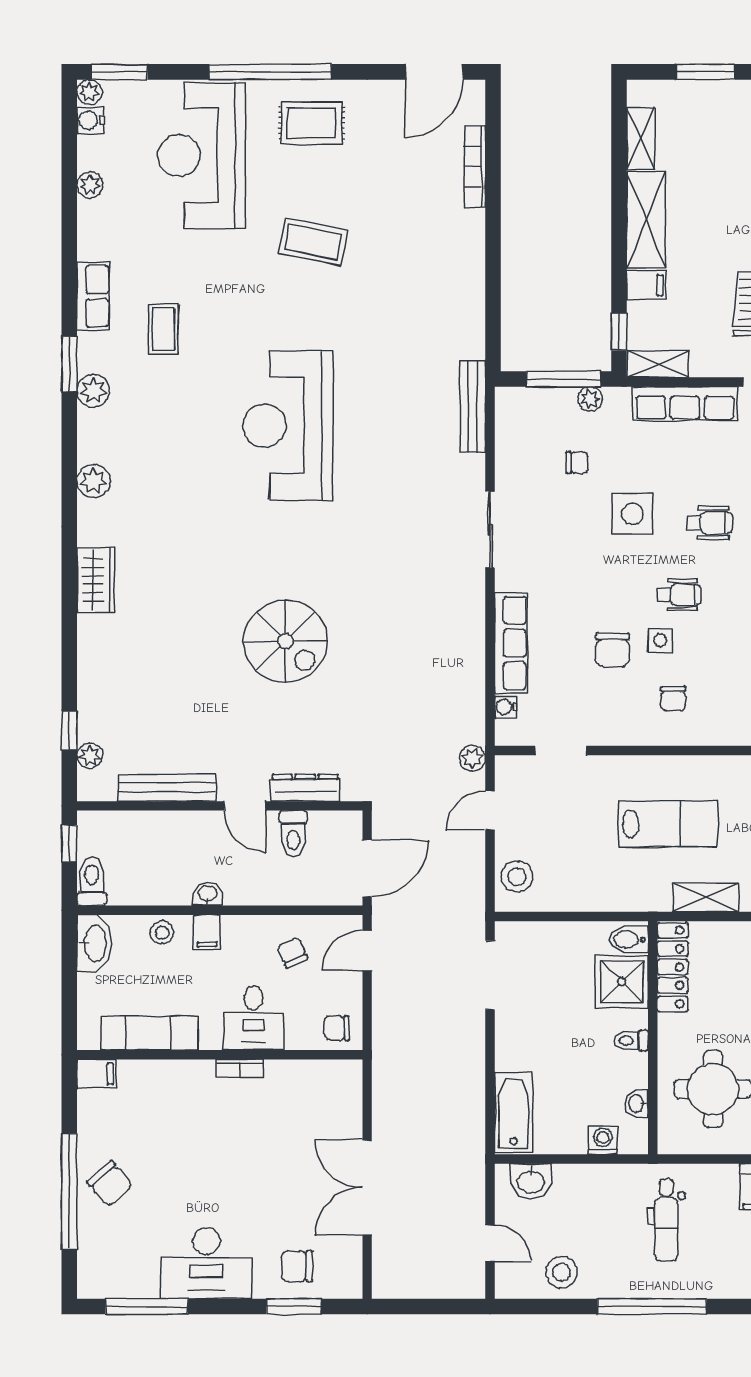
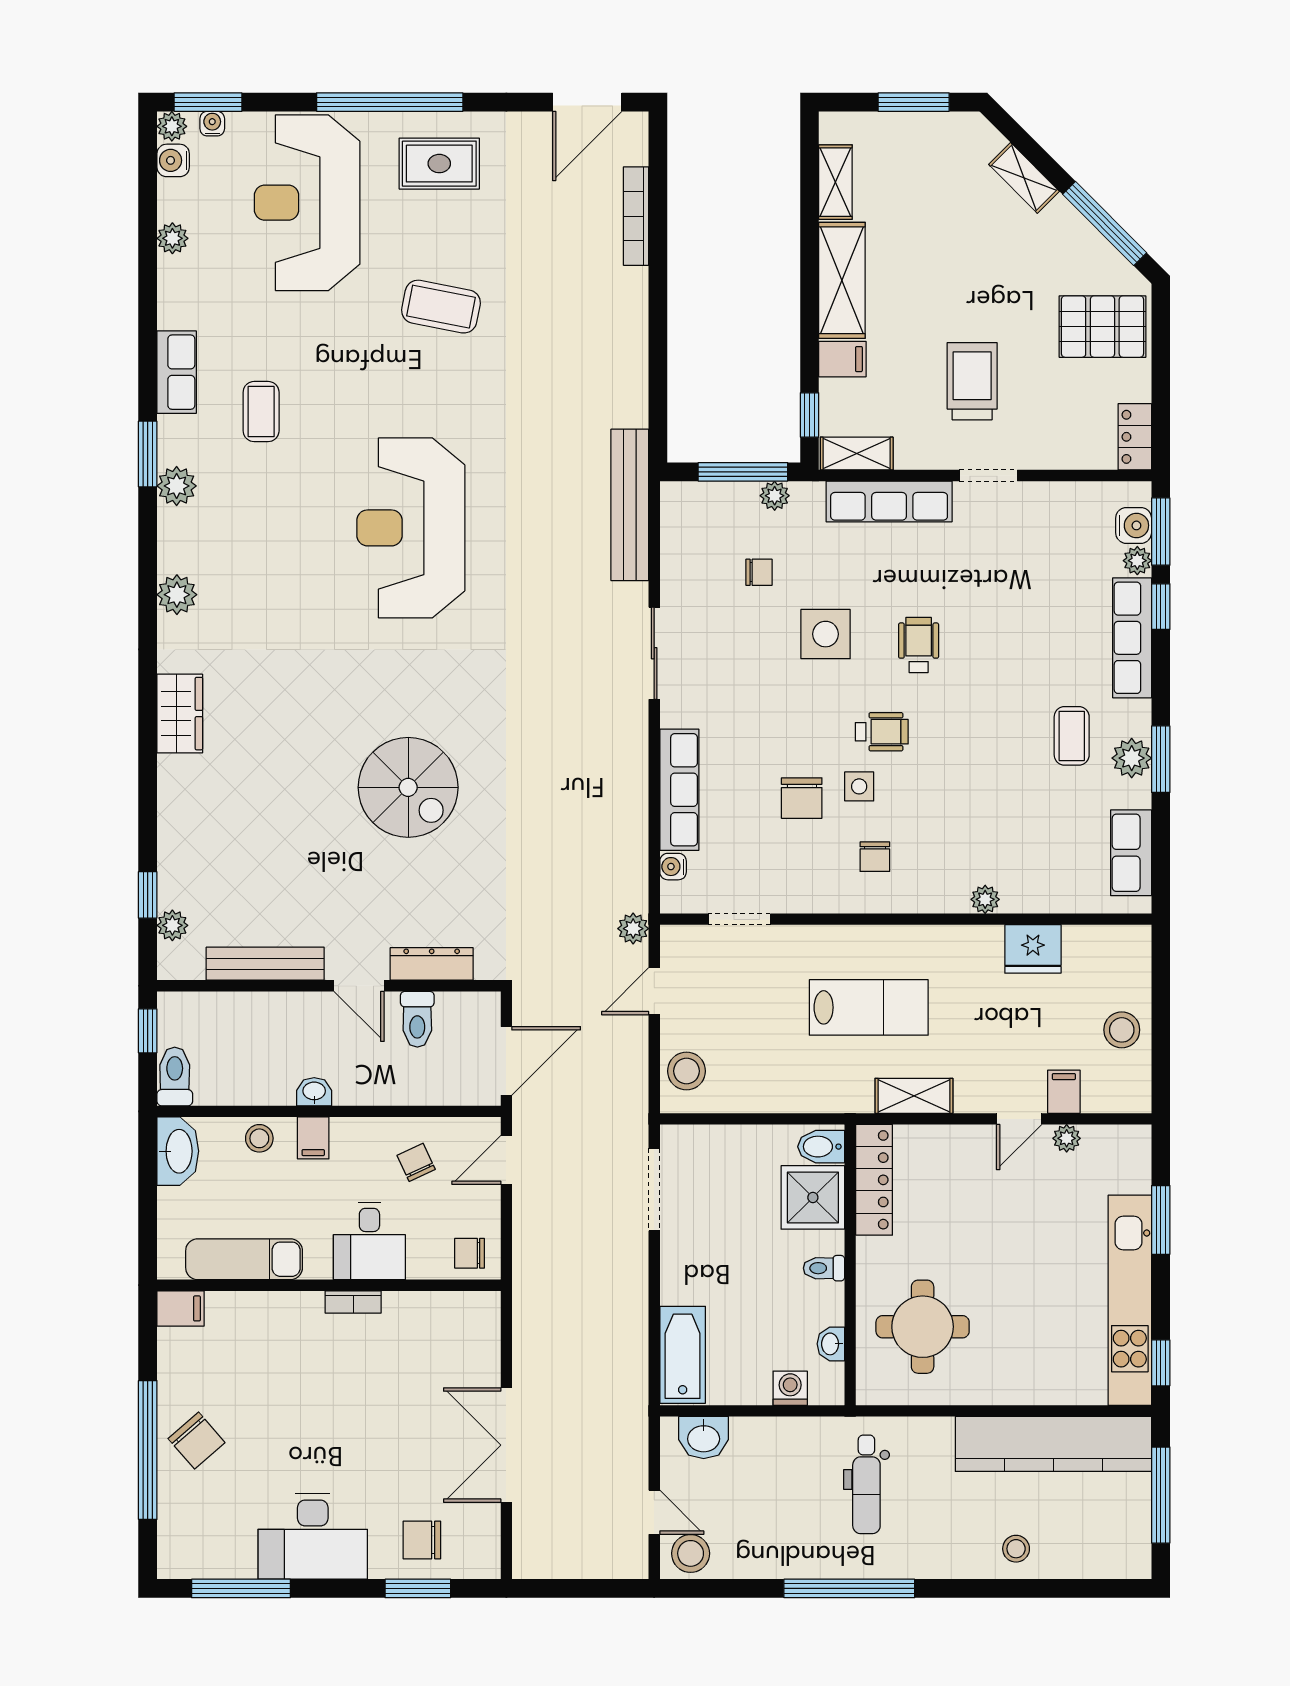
water cooler: (123, 90) -> (212, 124), added
bench: (472, 406) -> (630, 505), width x1.37, depth x1.21
wheelchair: (710, 523) -> (919, 645), turned -90
stool: (562, 1272) -> (691, 1553), moved

